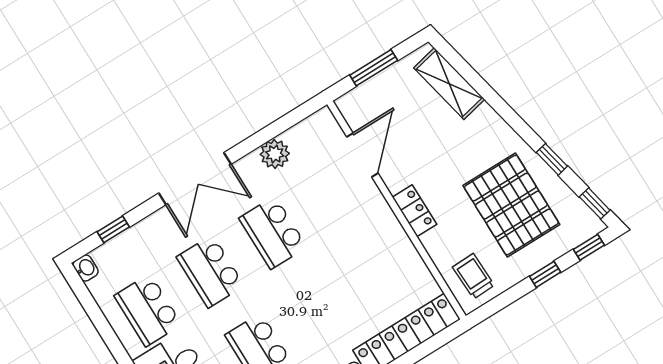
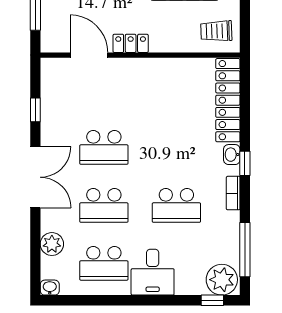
plant: (275, 154) -> (52, 244), moved
locker: (414, 211) -> (131, 43), moved
window: (113, 229) -> (35, 110), moved

